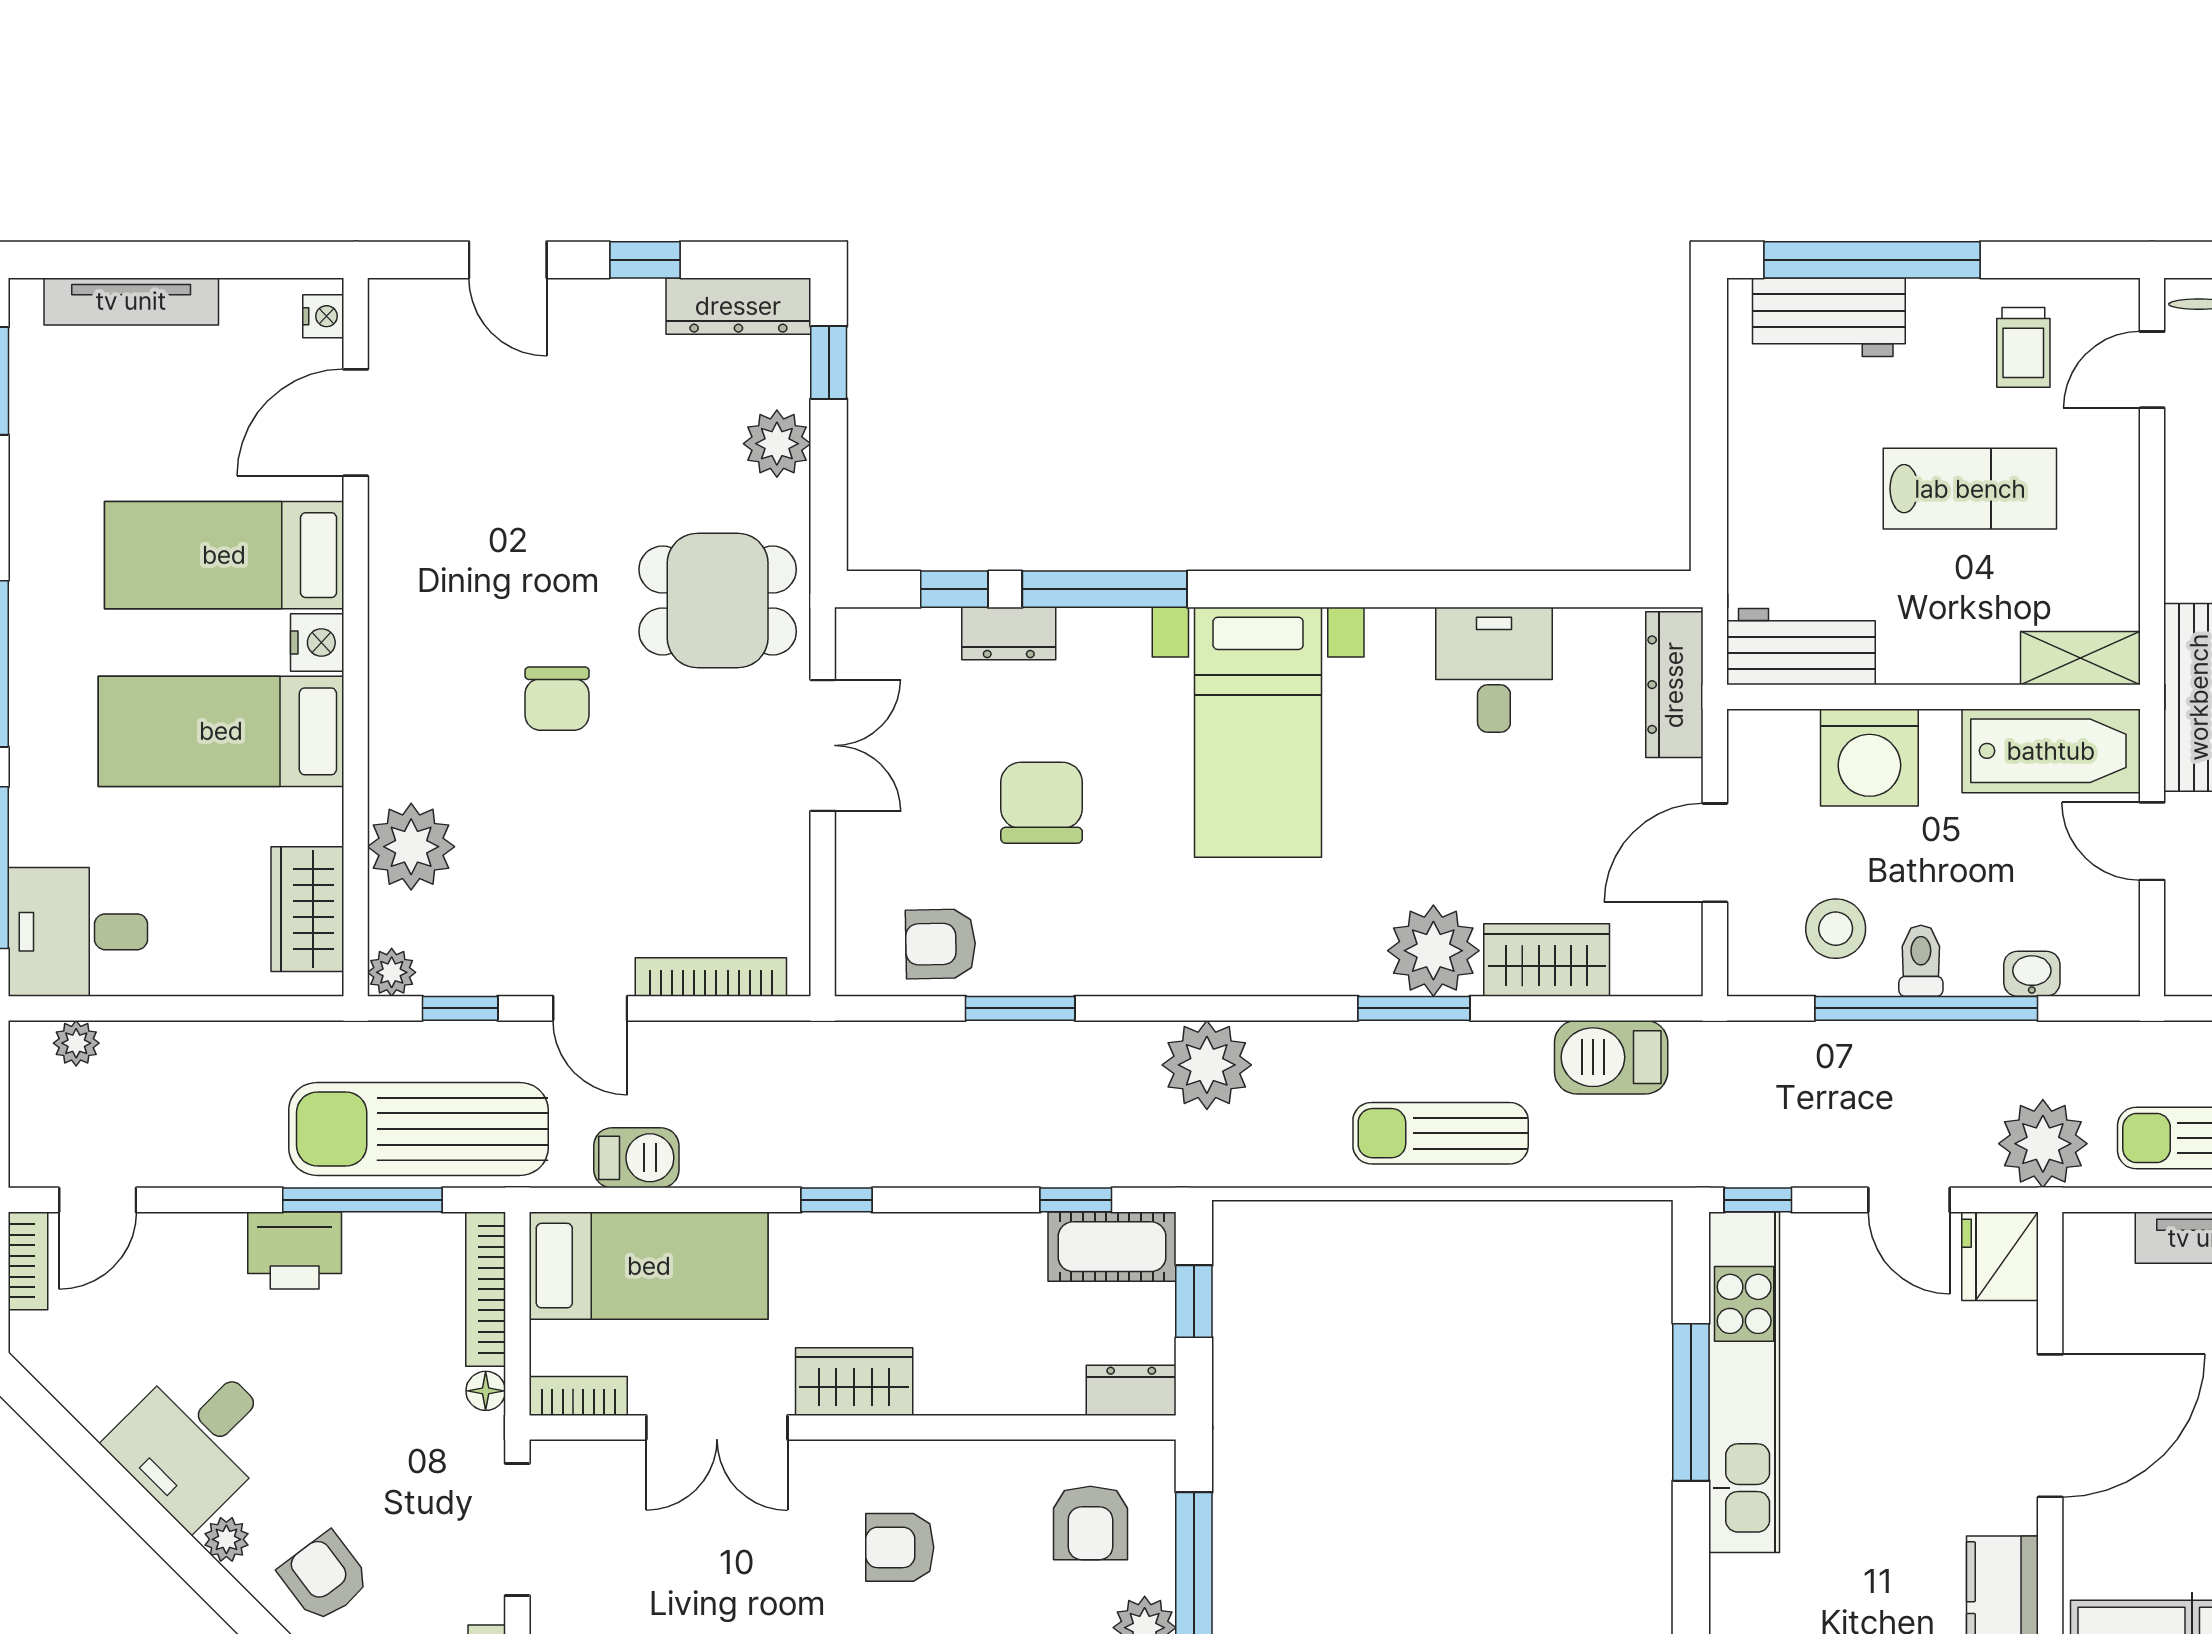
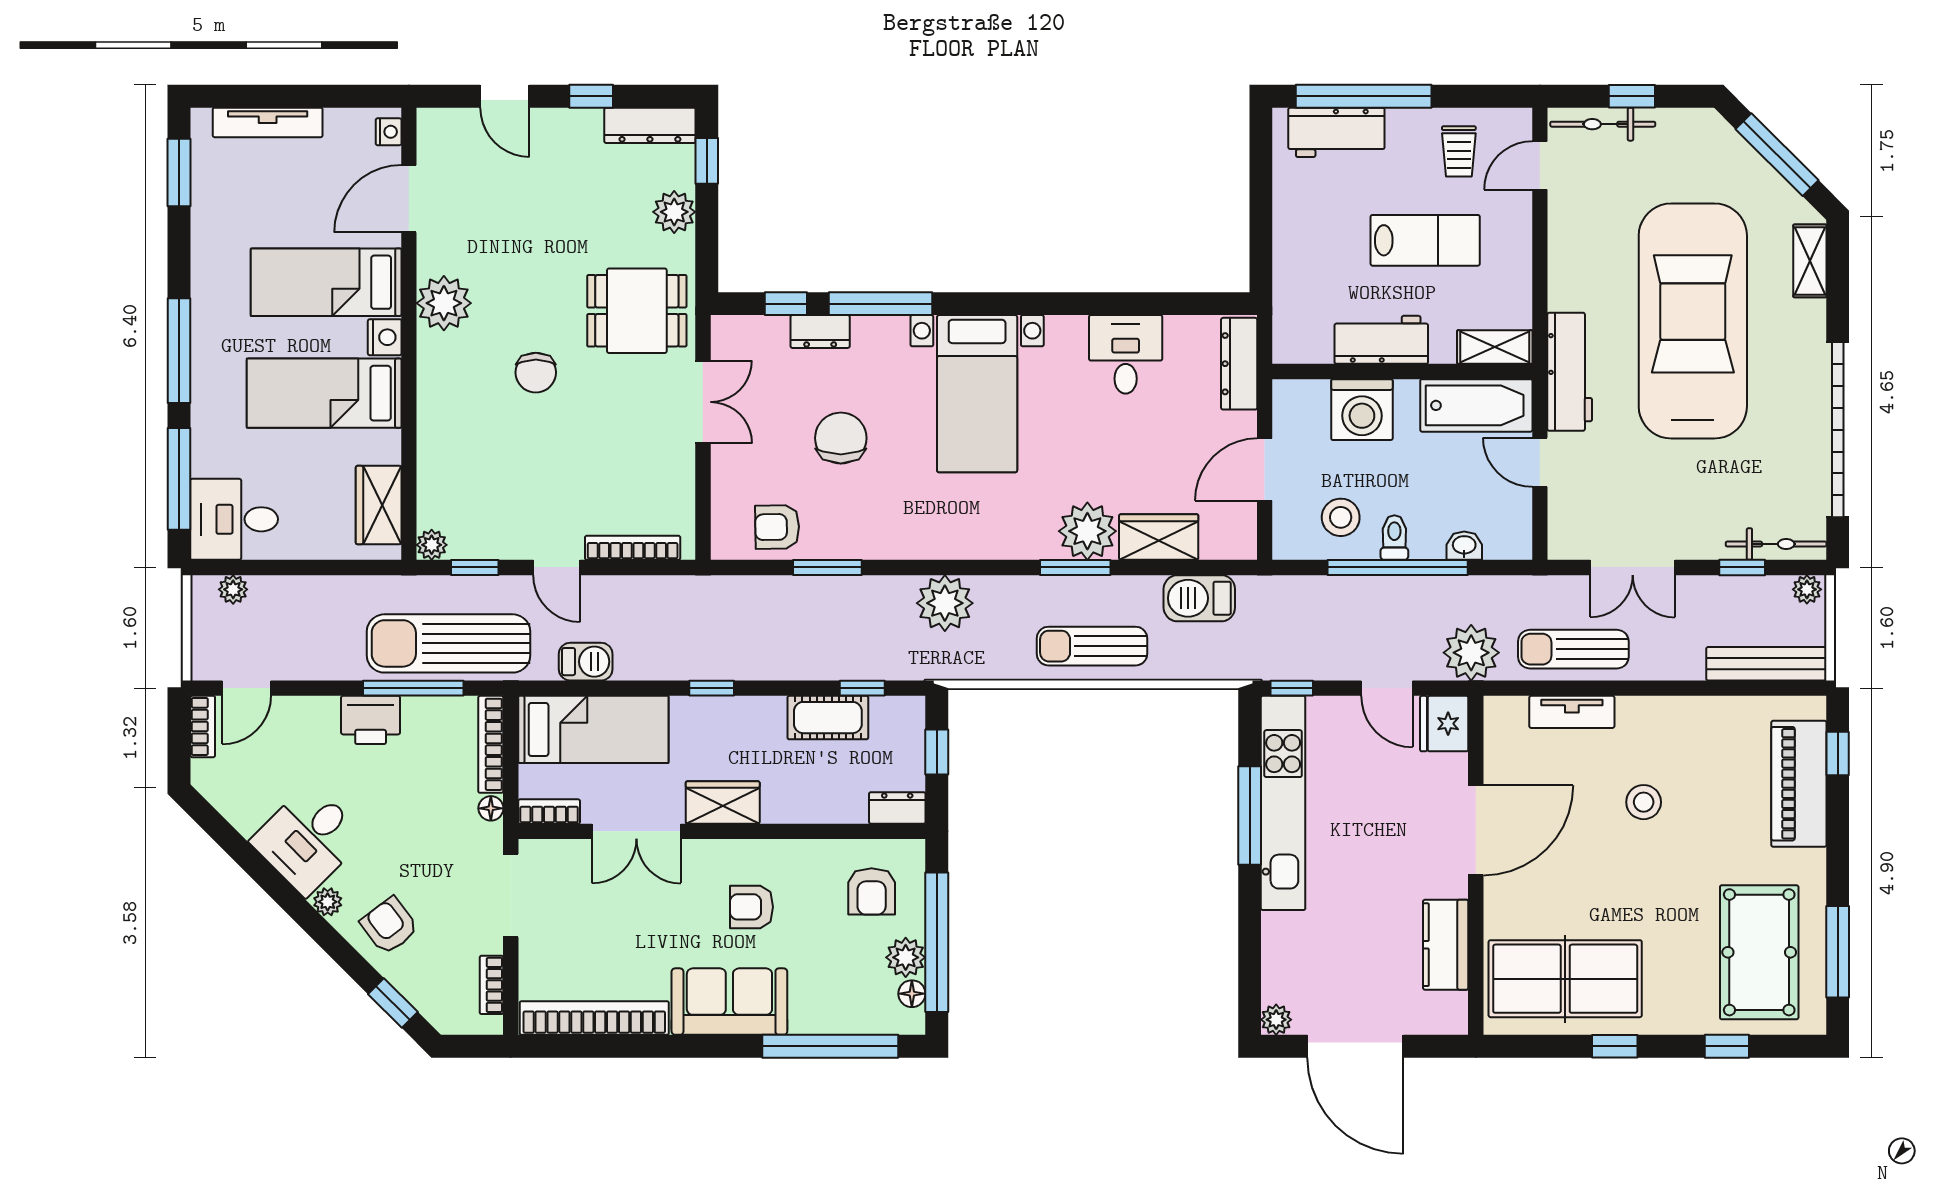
workbench: (1801, 647) -> (1381, 340), moved
plant: (411, 847) -> (444, 303), moved
cot: (1112, 1247) -> (828, 718), moved

